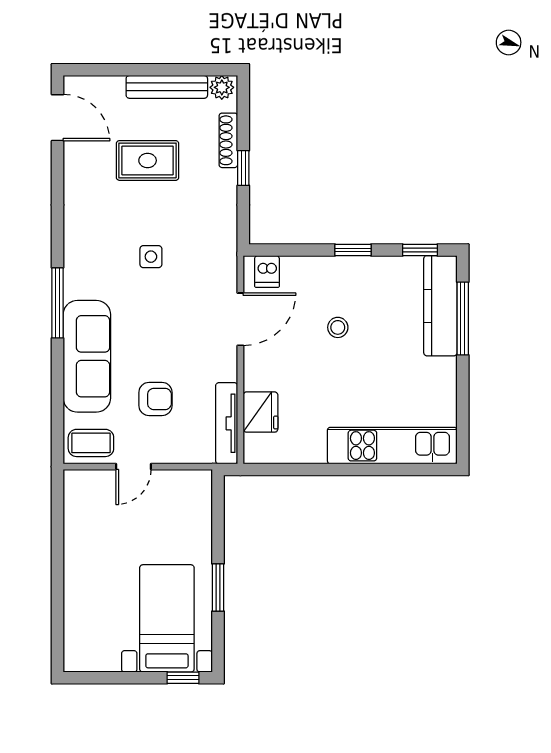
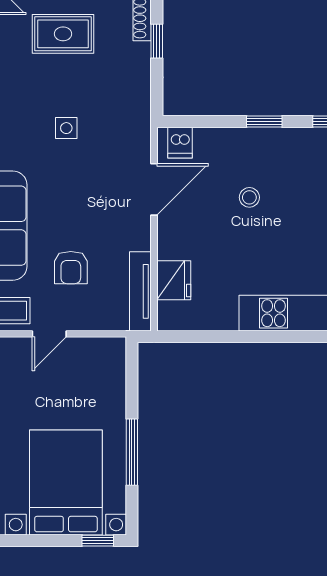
armchair: (155, 399) -> (71, 268), turned 90
window: (218, 587) -> (132, 452), width x1.44
bed with nightstands: (167, 618) -> (66, 482), width x1.36

